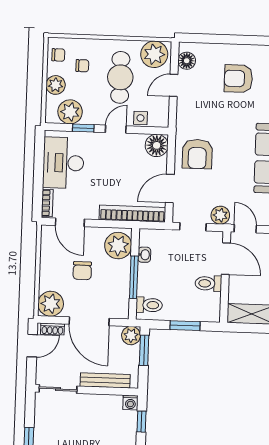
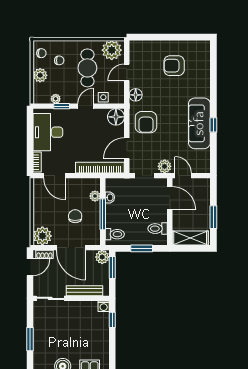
floor lamp: (187, 61) -> (136, 95), moved
plant: (70, 112) -> (56, 99), width x0.53, depth x0.53
plant: (118, 246) -> (95, 196), width x0.53, depth x0.53
chair: (82, 271) -> (75, 216), moved, turned 180
toilet: (208, 283) -> (158, 229), moved

